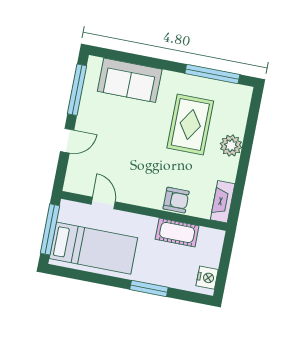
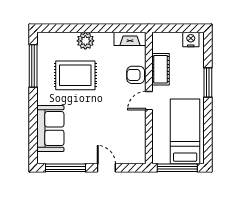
armchair: (176, 200) -> (136, 75), turned -90
door: (103, 203) -> (149, 101), moved

